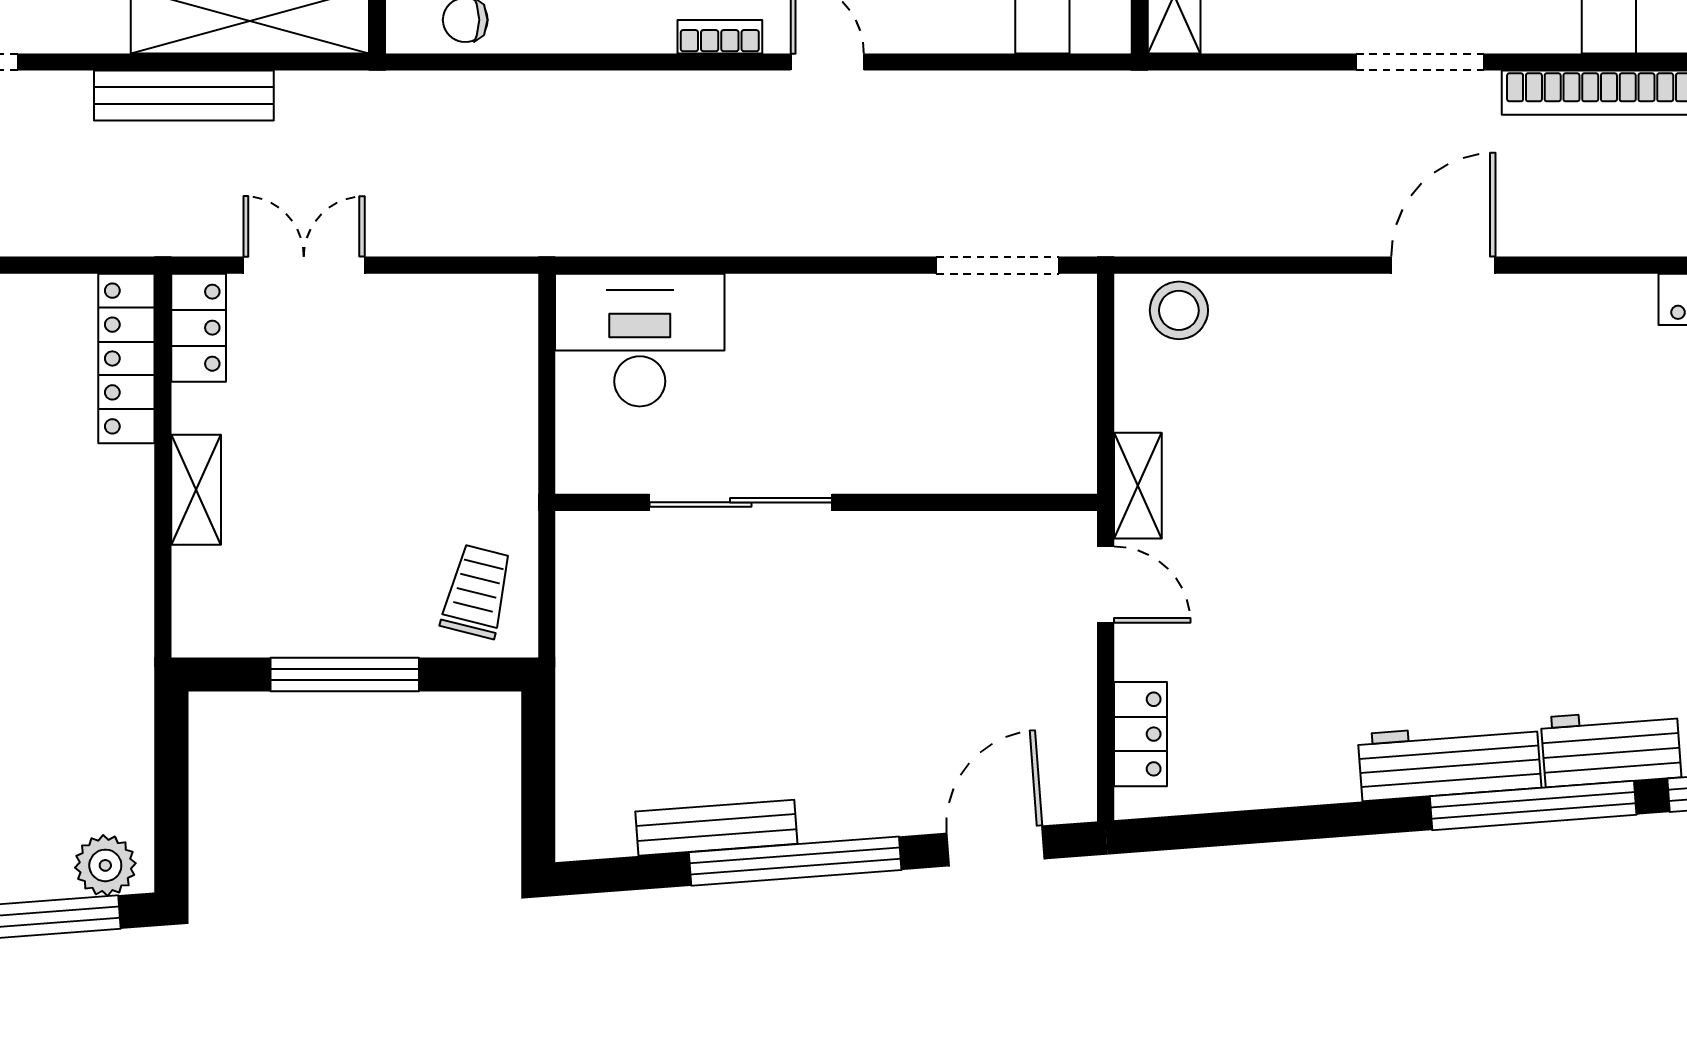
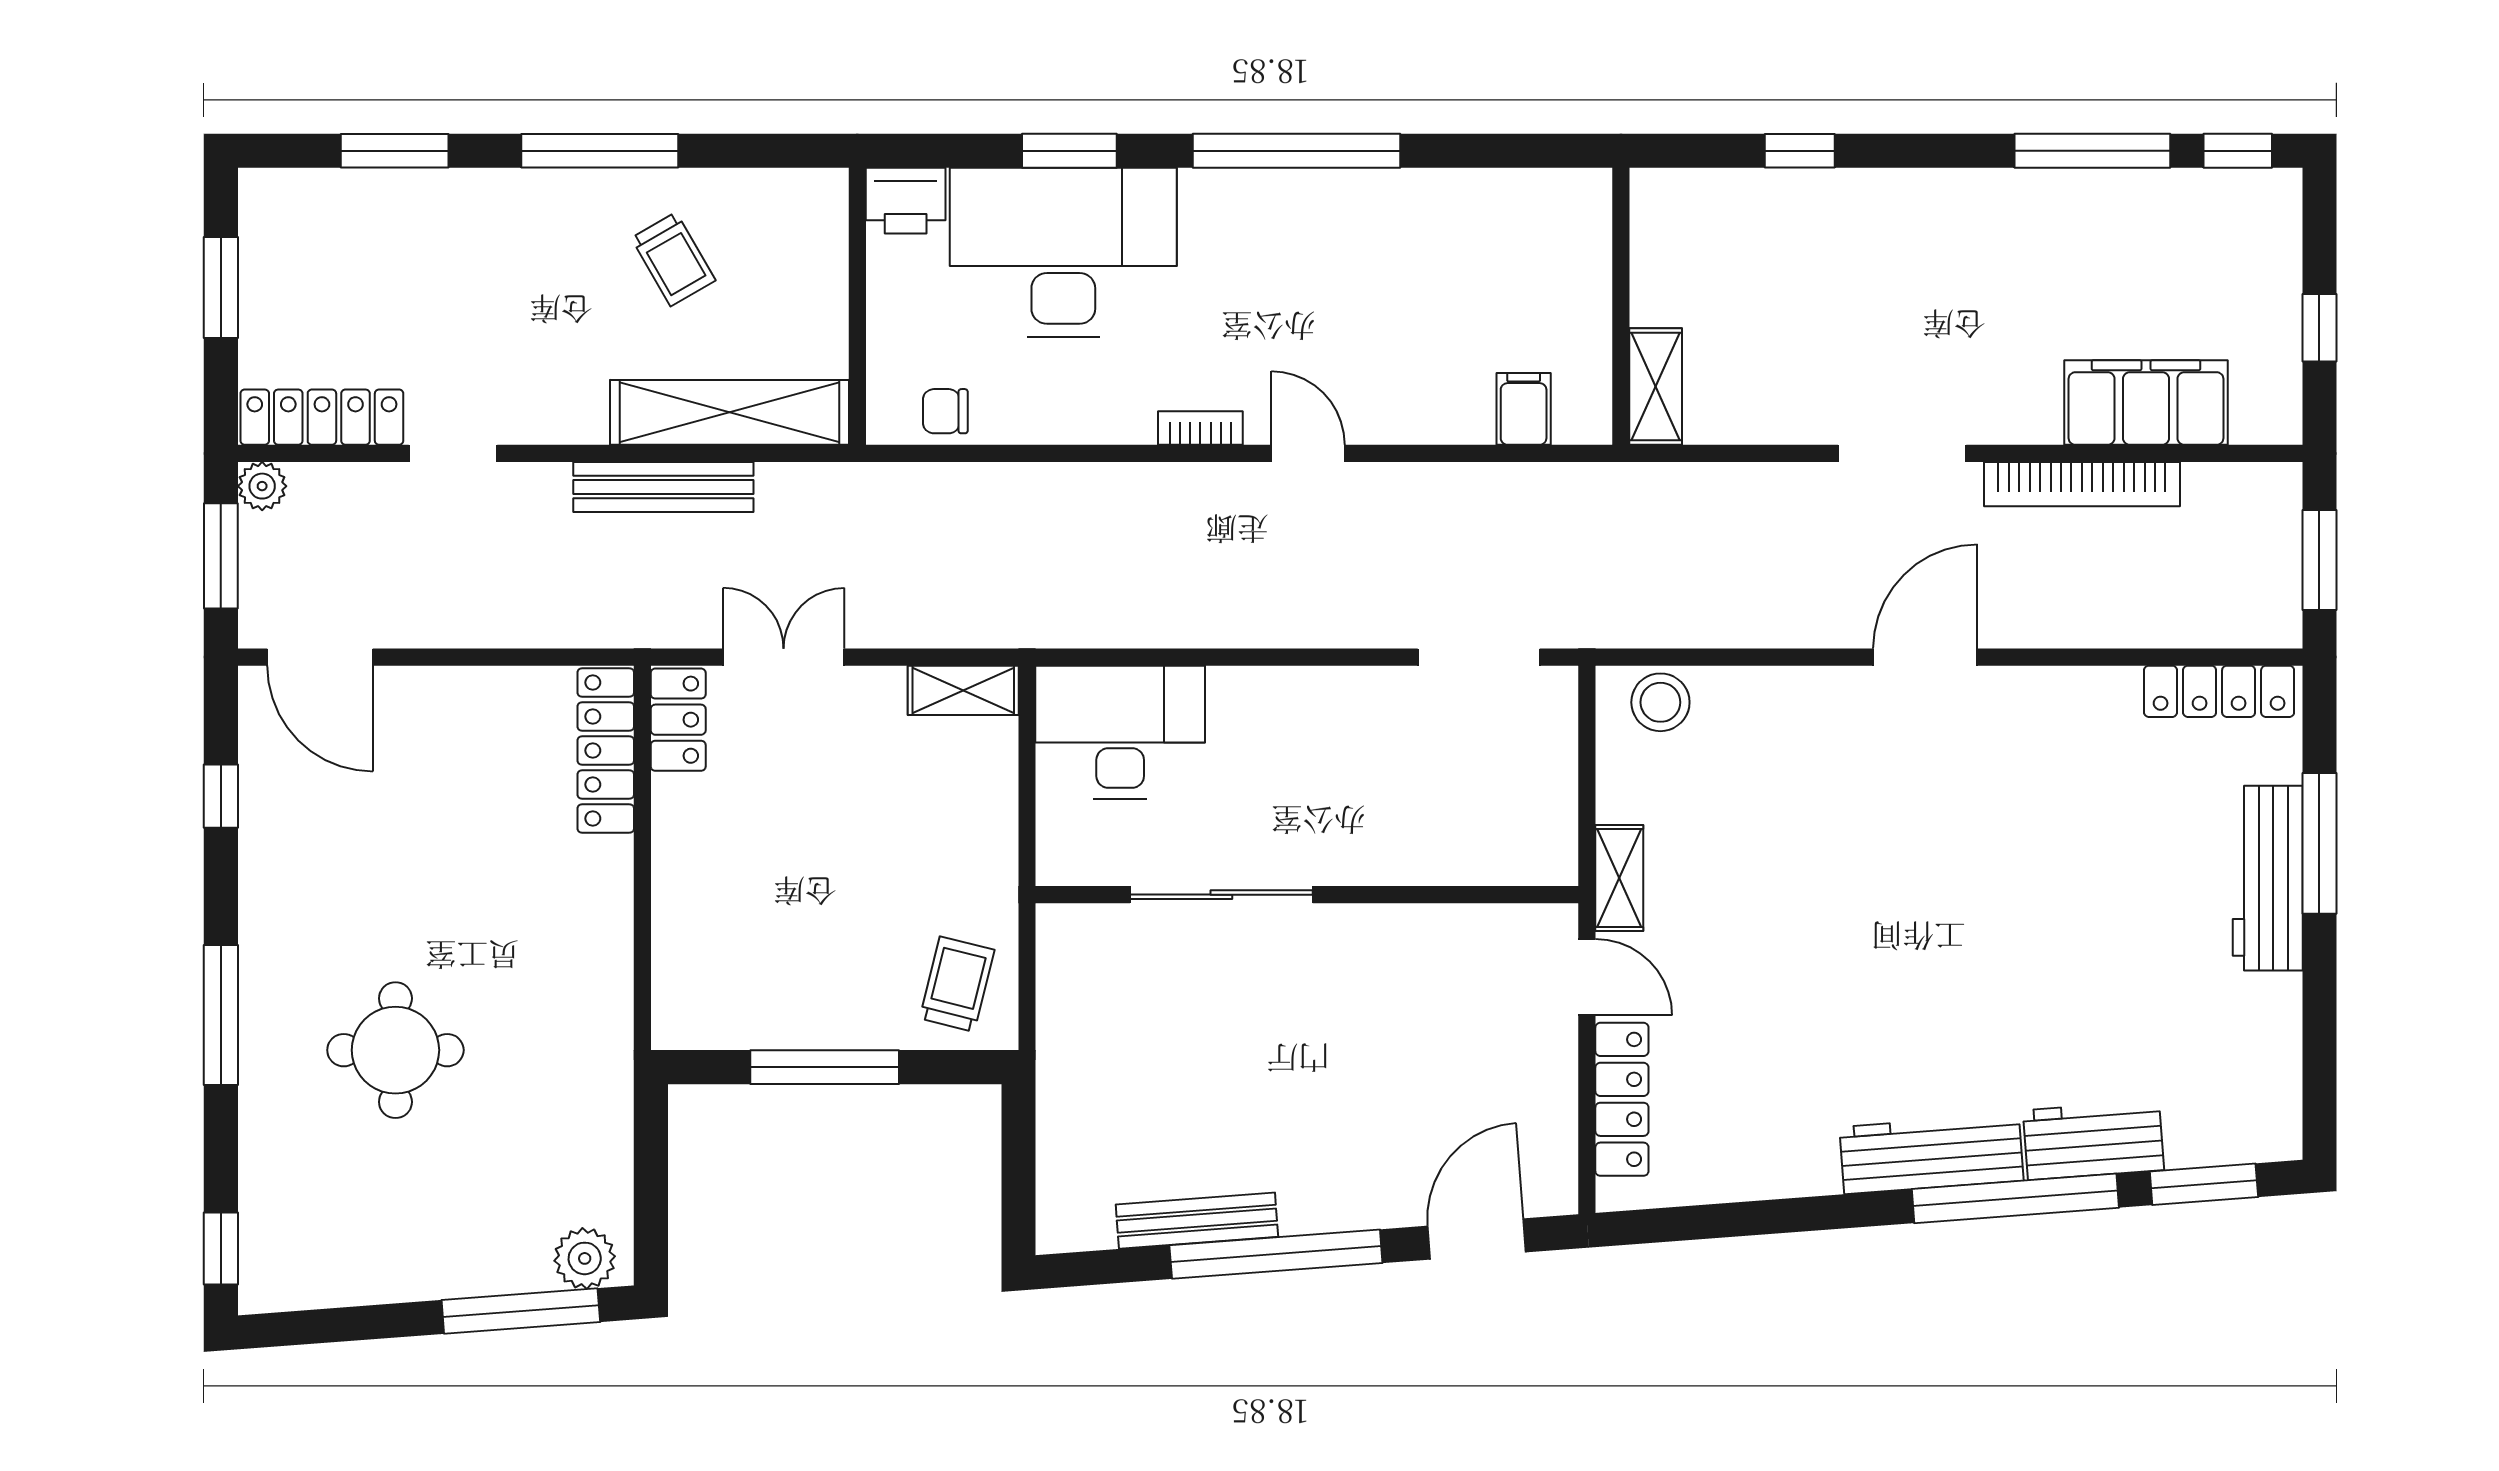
shelving: (196, 490) -> (963, 690), moved, turned 90
locker: (1140, 734) -> (1622, 1099), width x1.53

